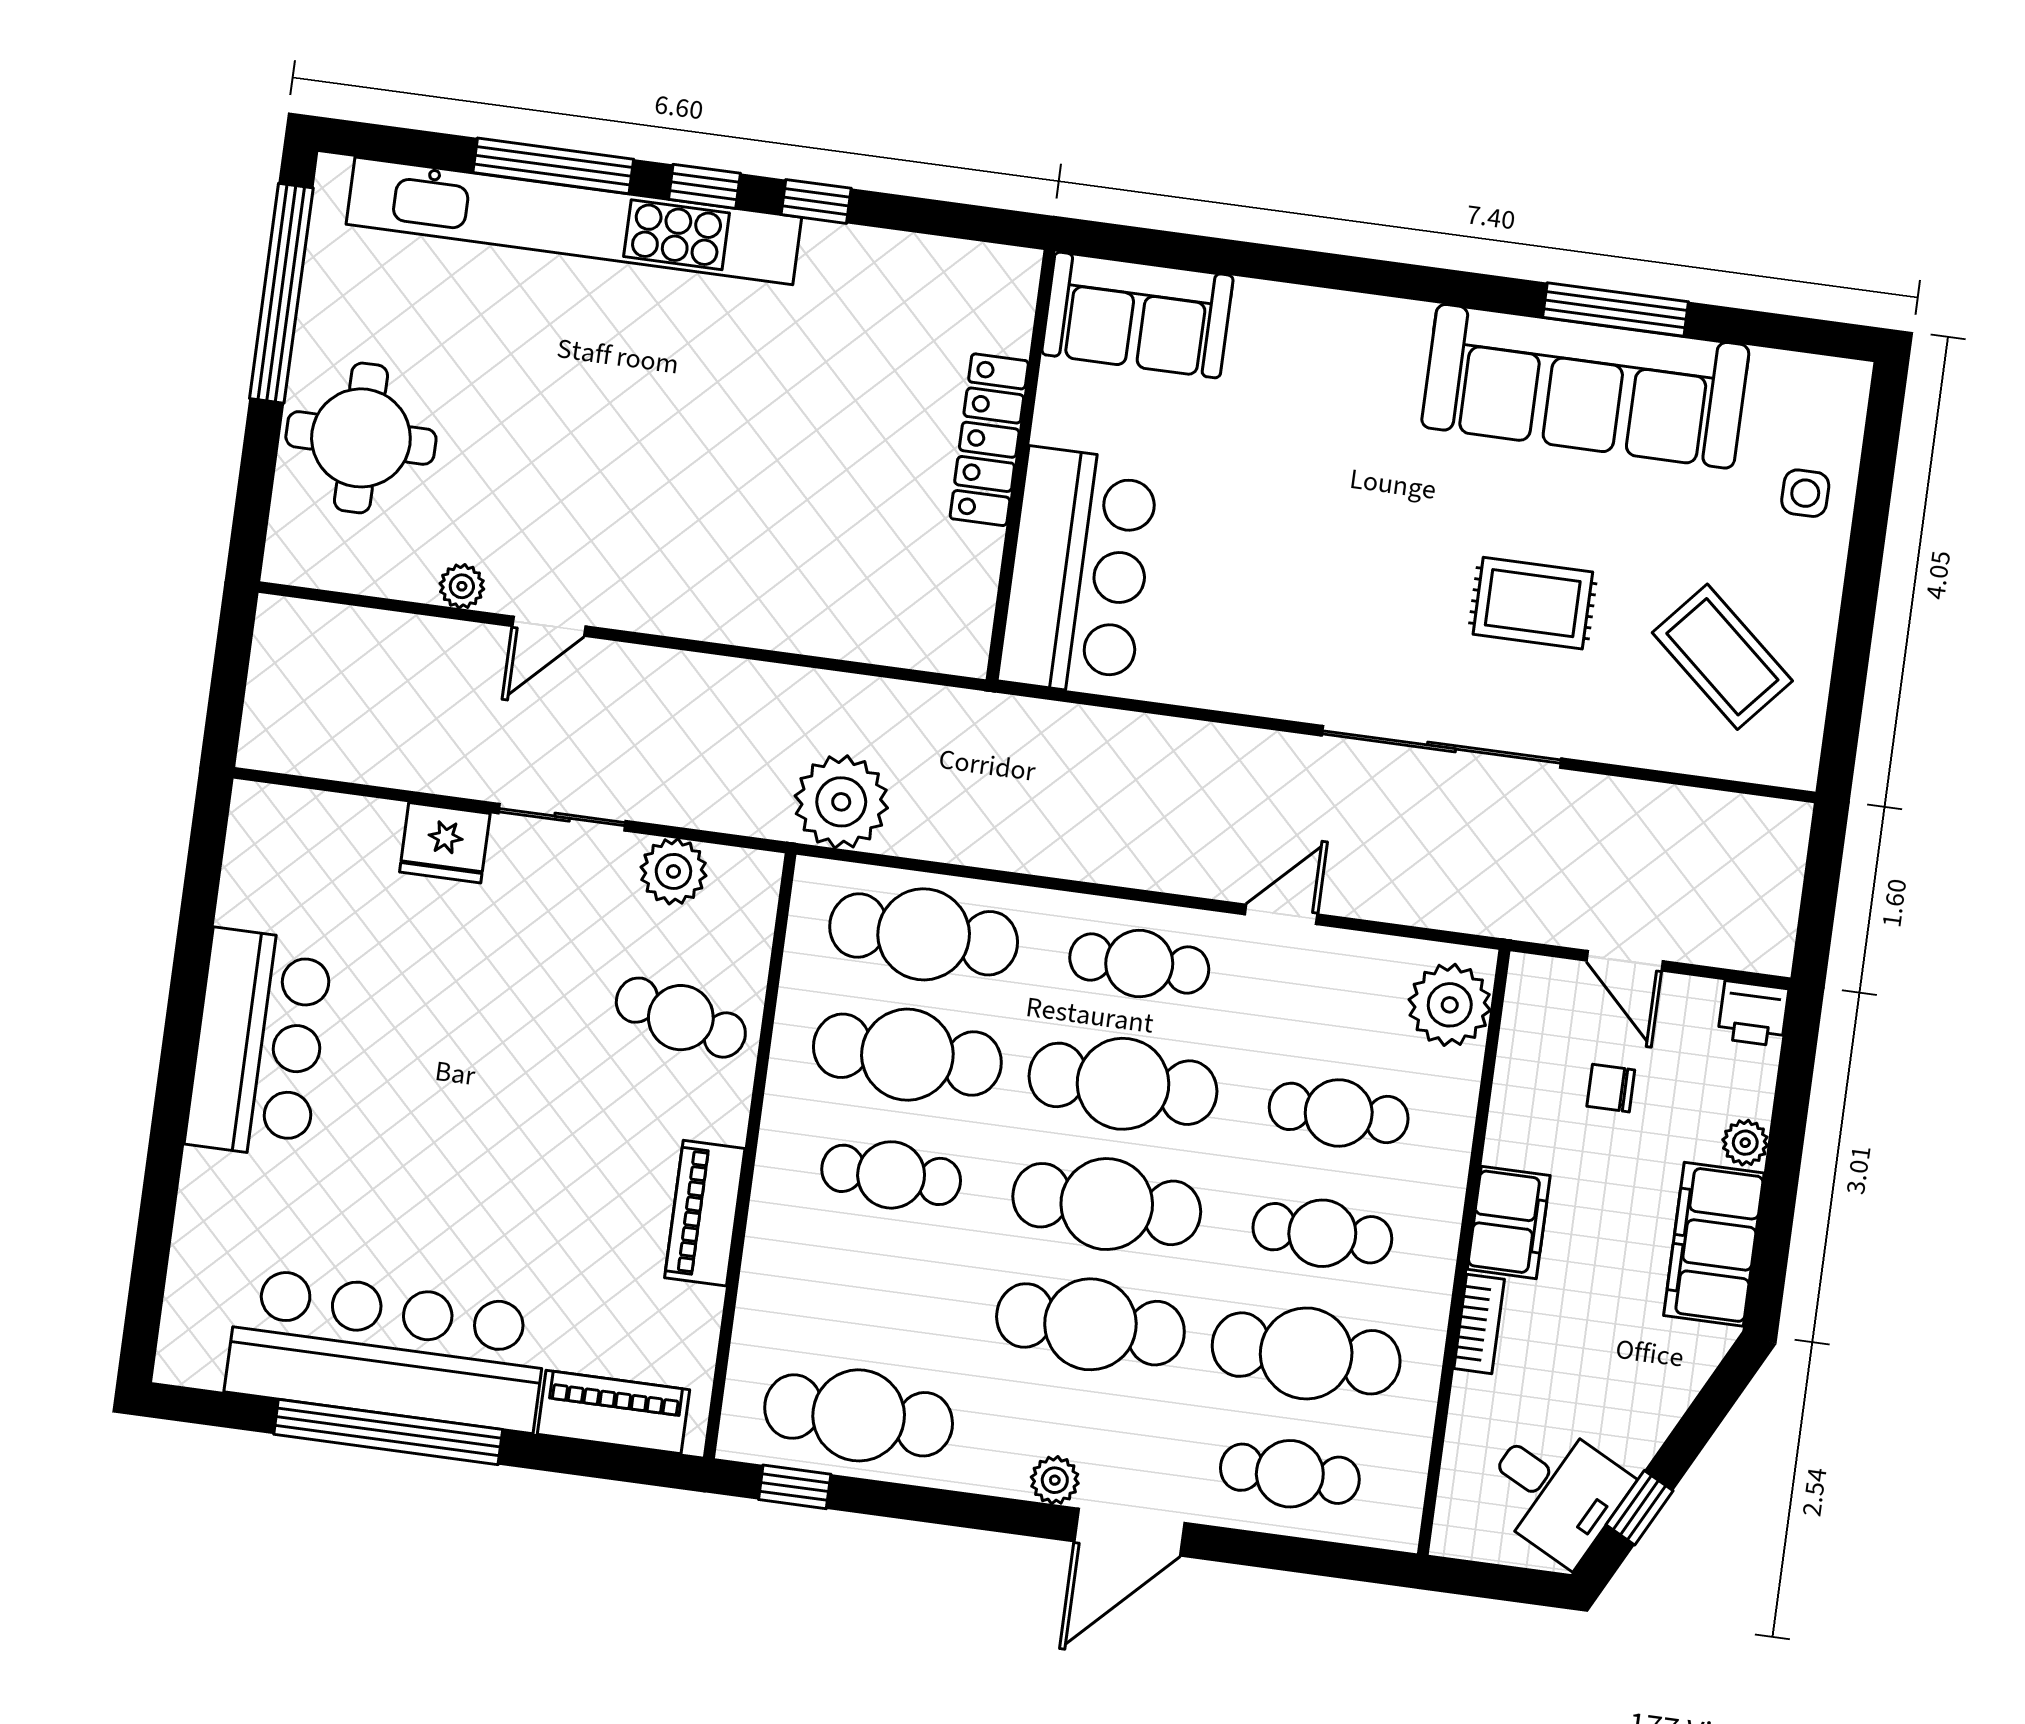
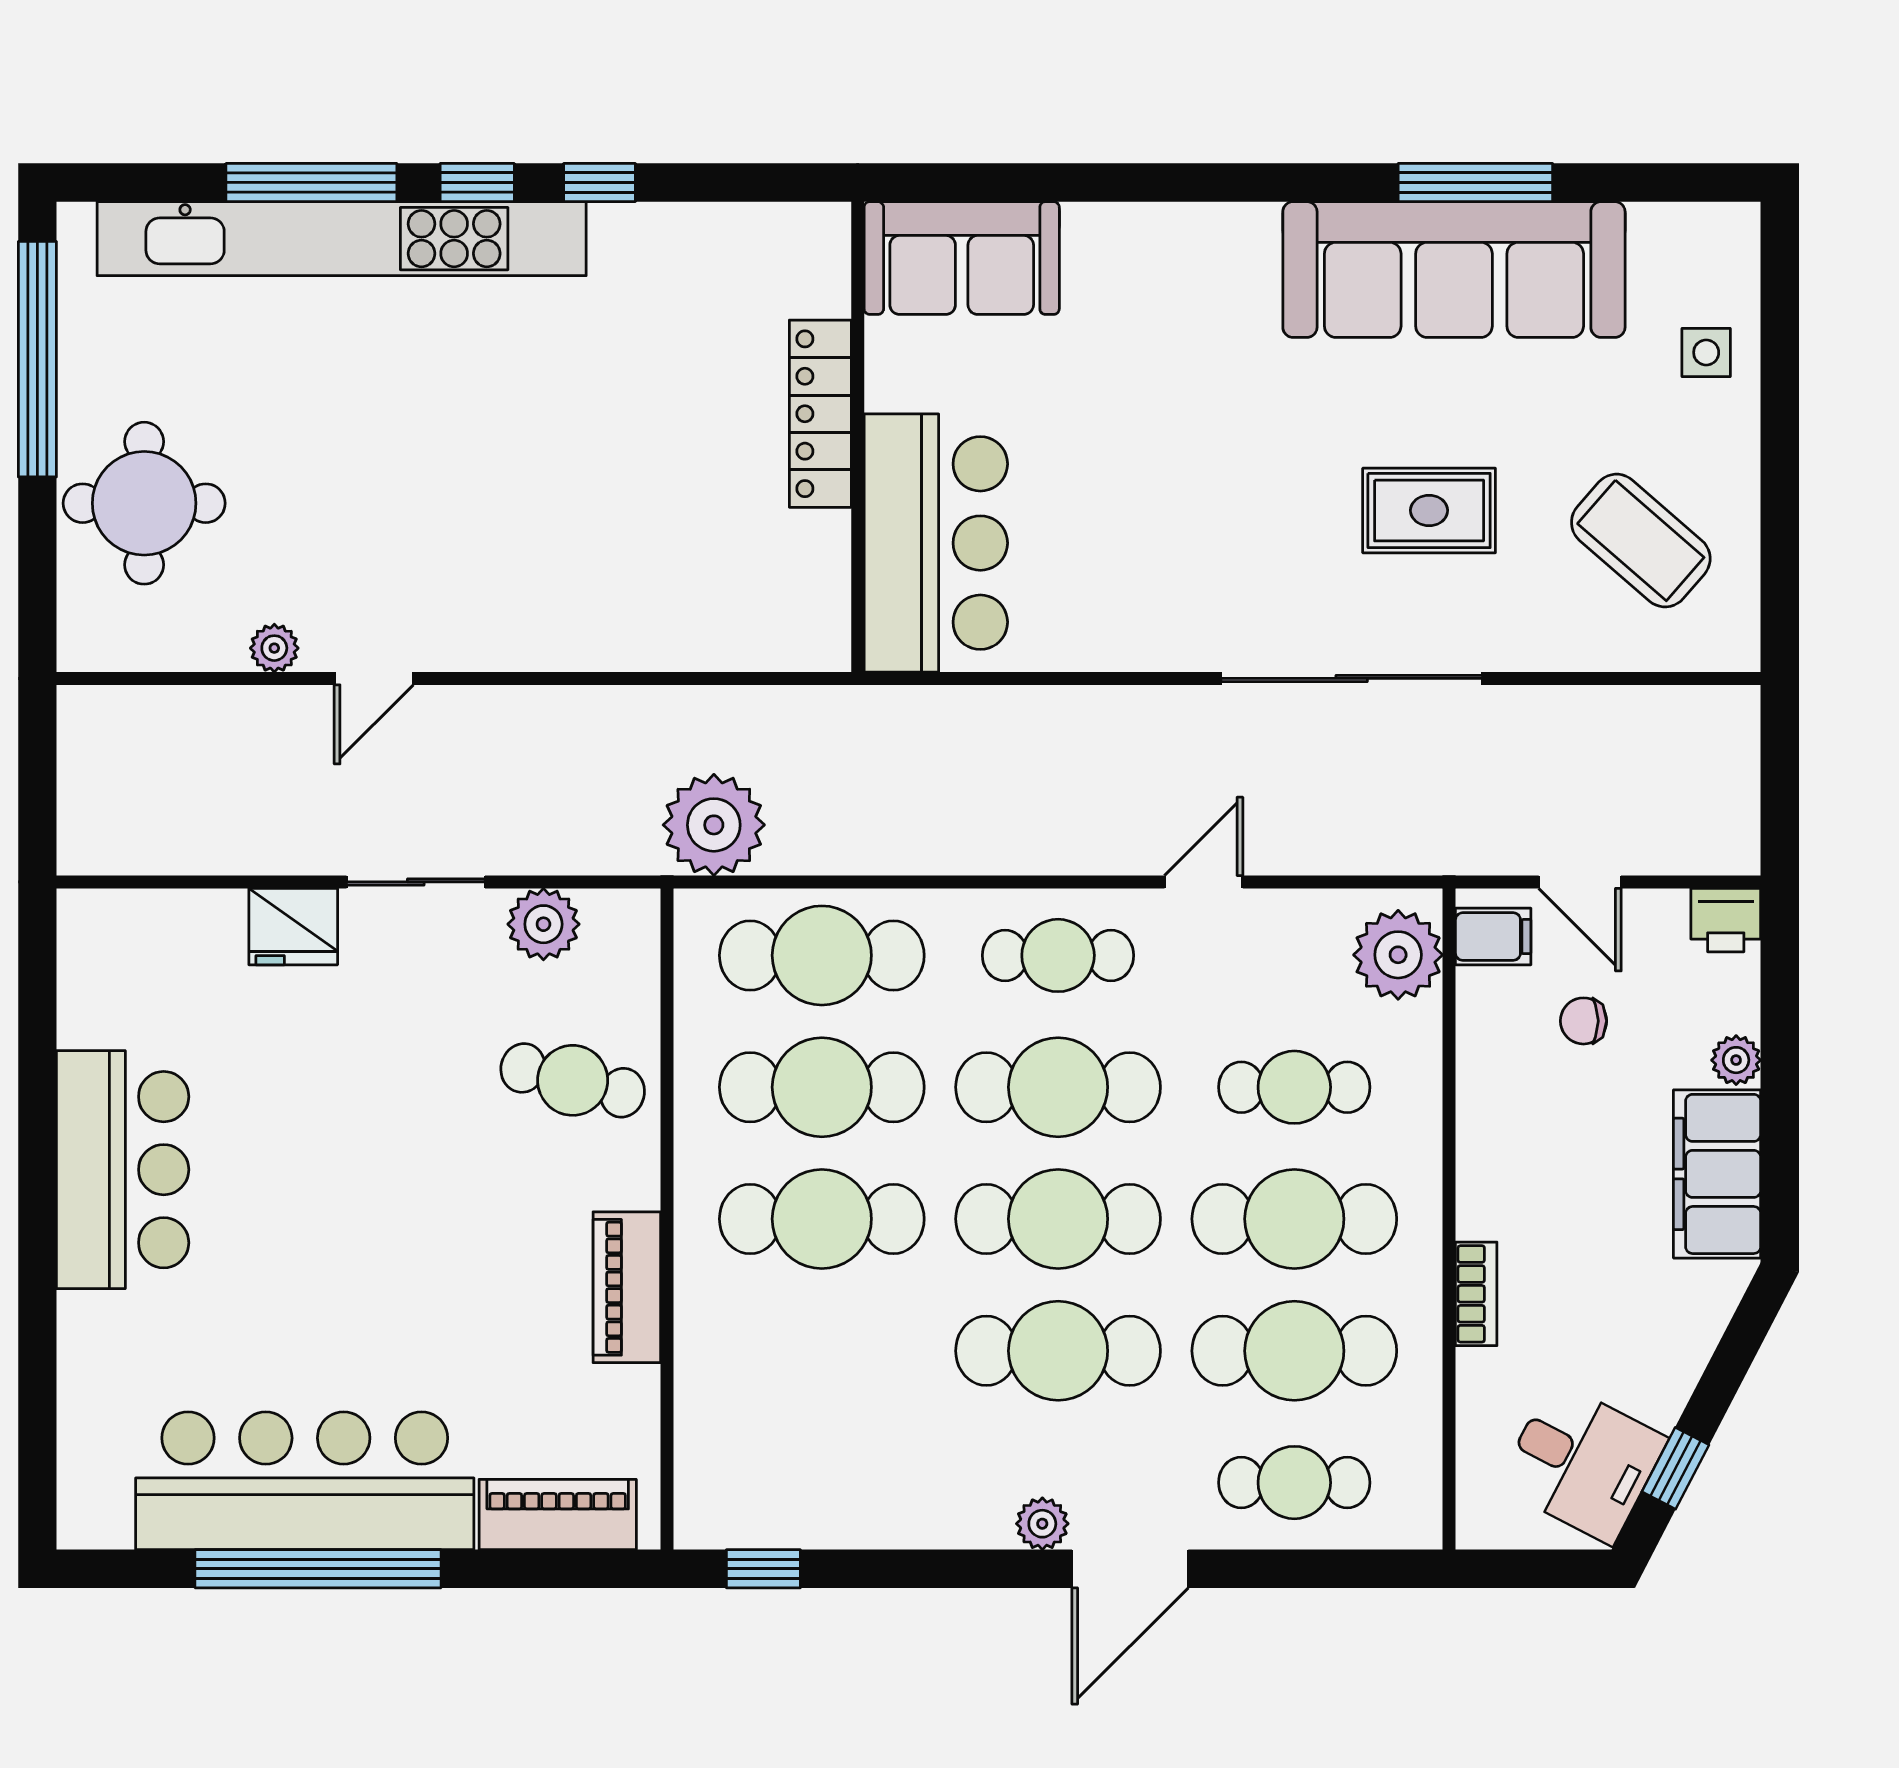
cafe table: (891, 1175) -> (822, 1219), width x1.37, depth x1.35
filing cabinet: (1509, 1222) -> (1493, 937), moved, width x0.50
cafe table: (1322, 1233) -> (1294, 1219), width x1.37, depth x1.35
cafe table: (859, 1415) -> (822, 1483), removed

